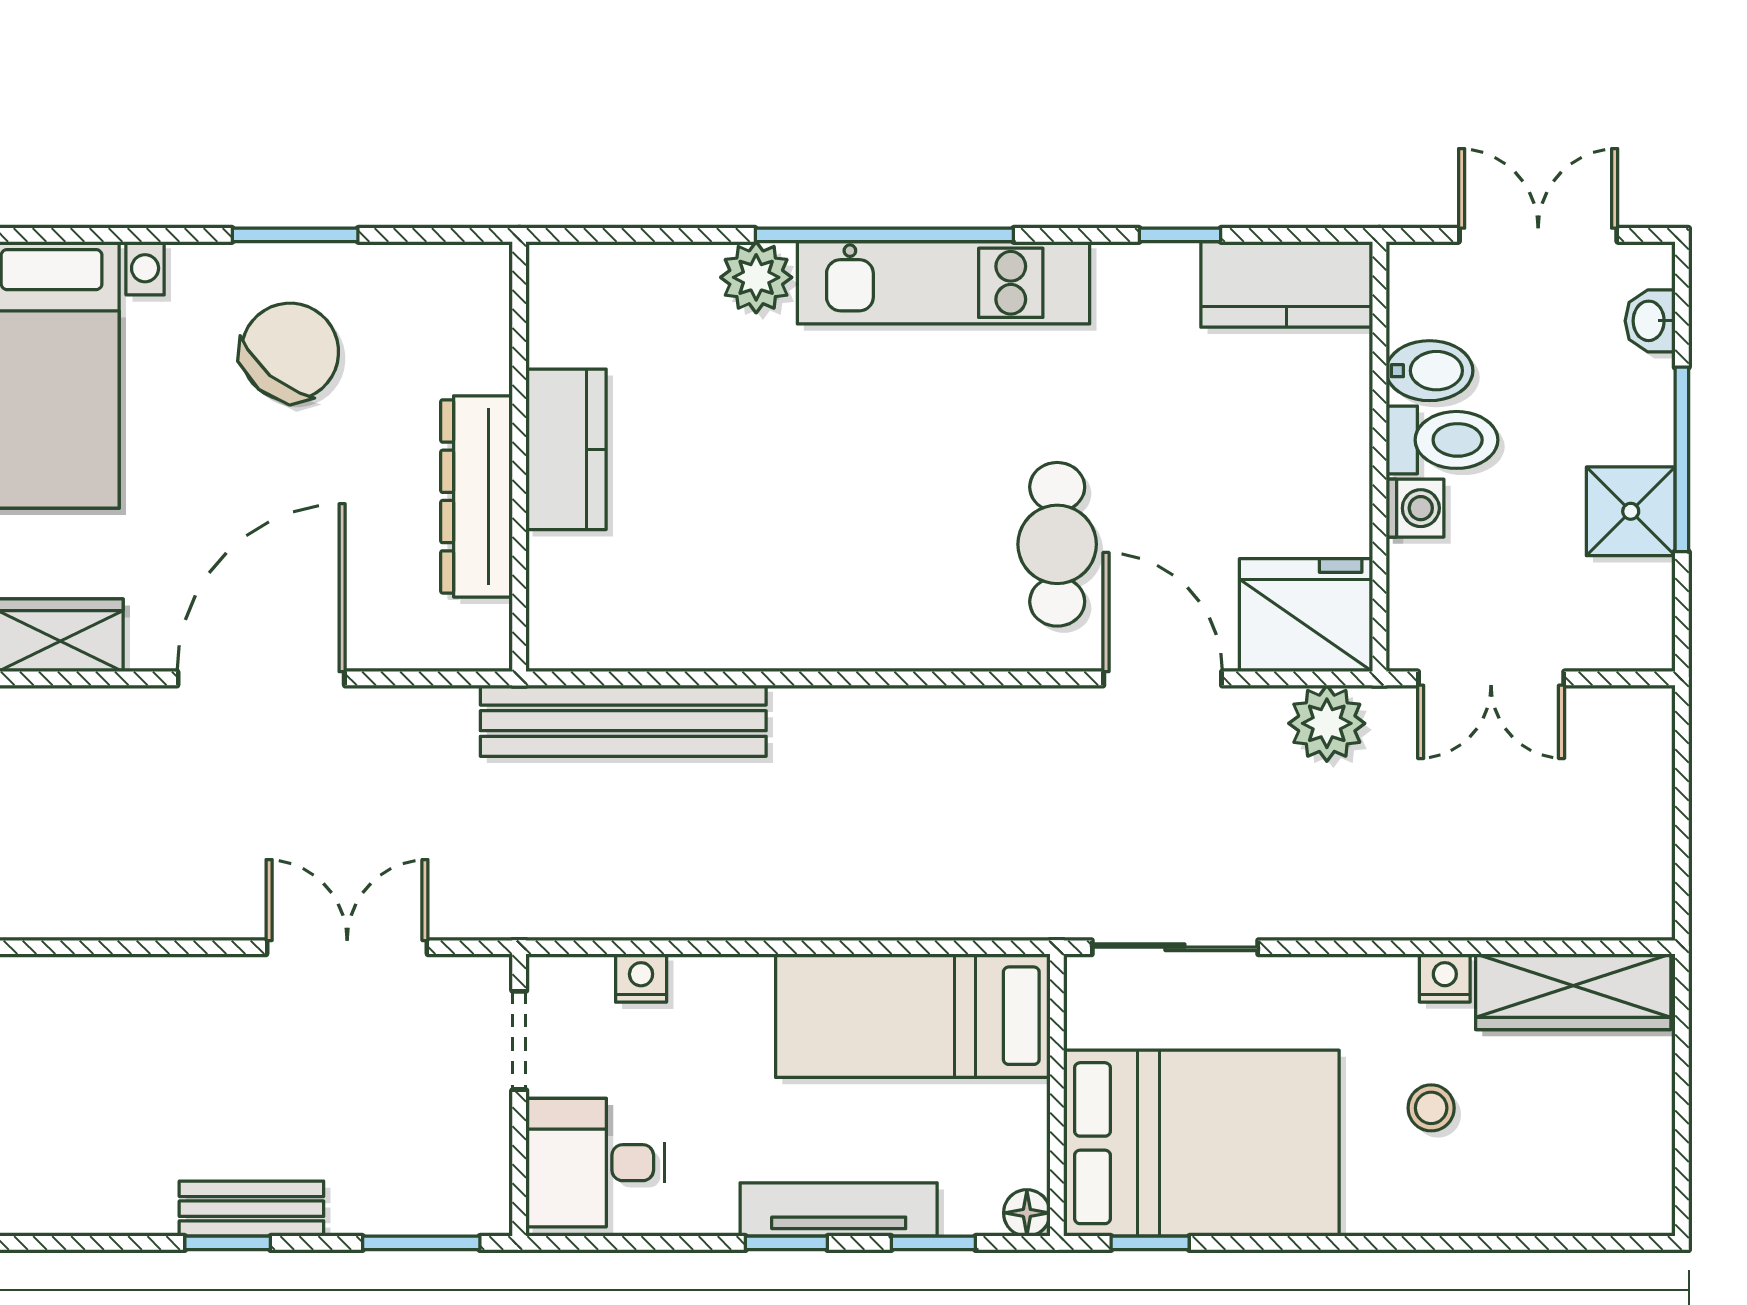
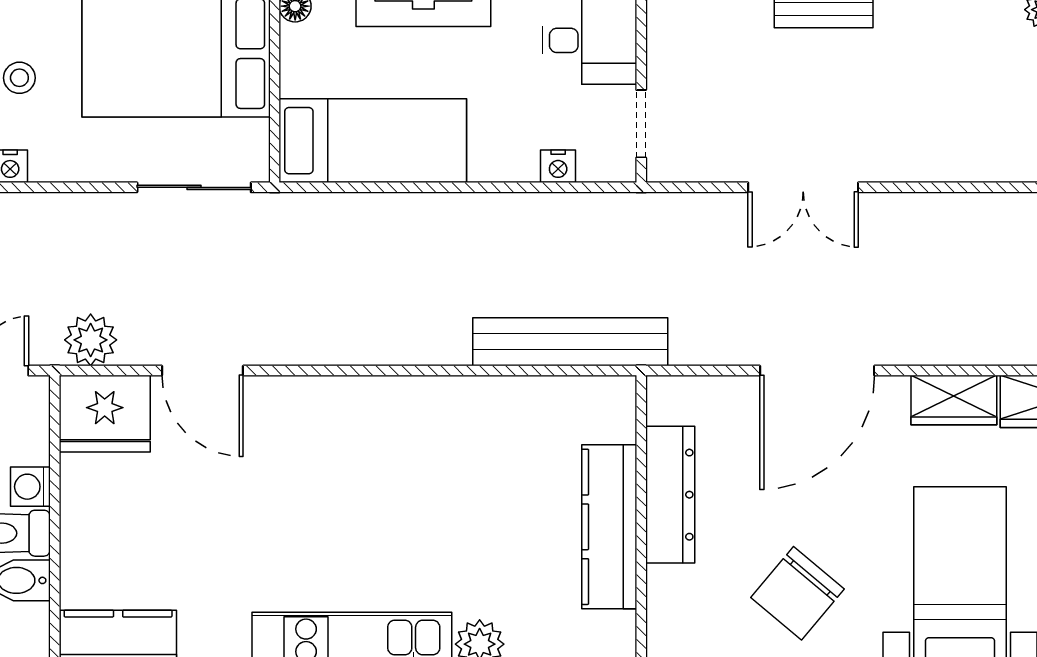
kitchen counter: (566, 449) -> (609, 527), width x1.50
cafe table: (1057, 544) -> (274, 462), removed
double door: (347, 947) -> (803, 187), moved

